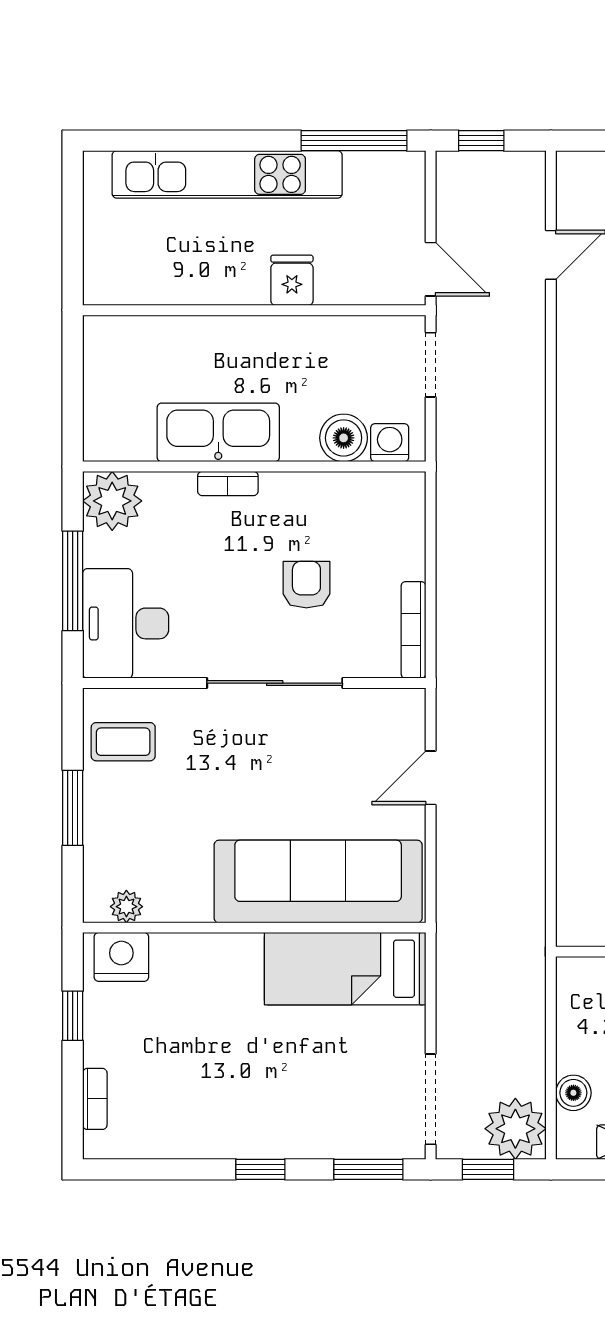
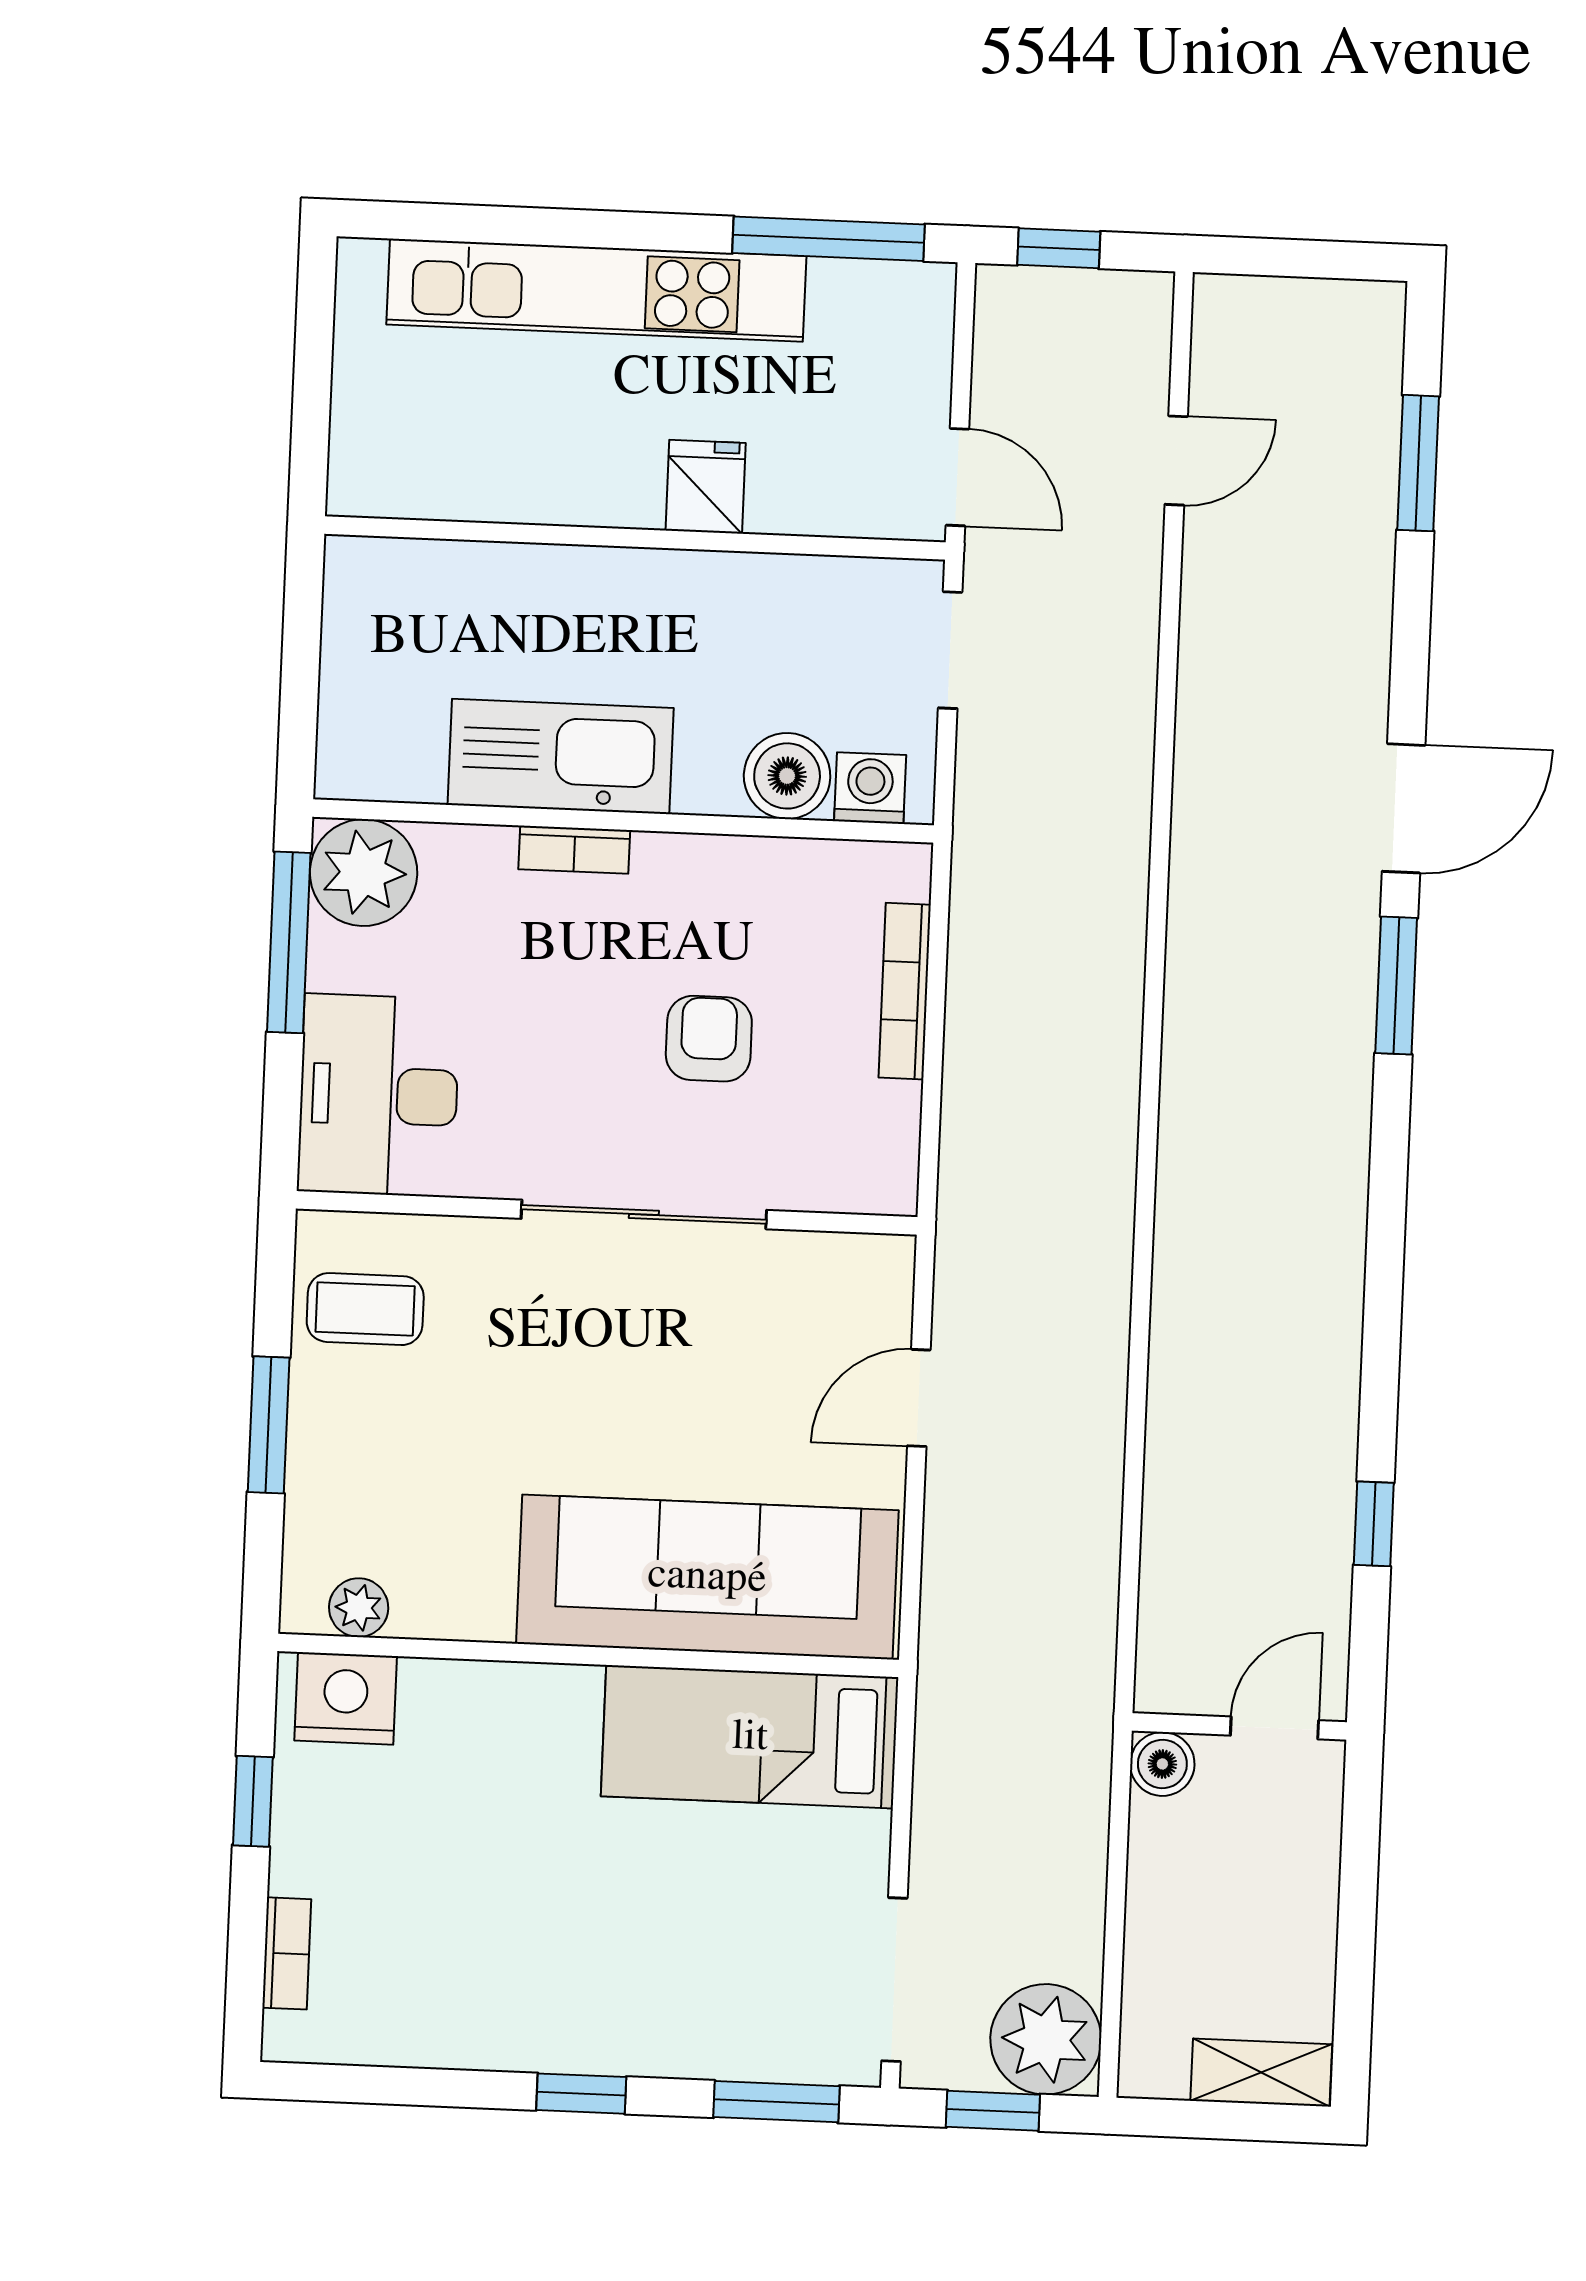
window: (73, 581) -> (289, 942), moved
bookcase: (413, 630) -> (905, 991), moved
boiler: (573, 1093) -> (1162, 1764), moved

